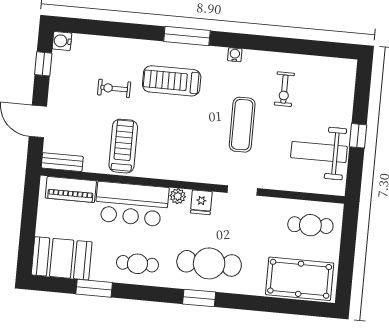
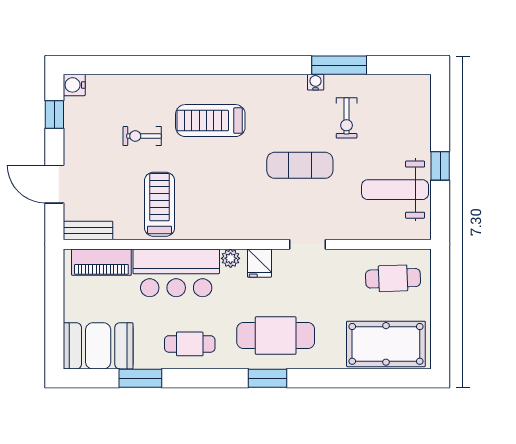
window: (187, 36) -> (339, 65), moved
water cooler: (235, 55) -> (316, 82), moved
exercise mat: (242, 125) -> (300, 165), turned 90

